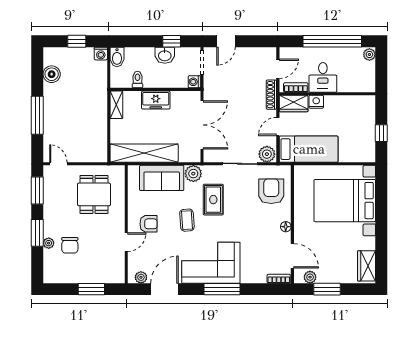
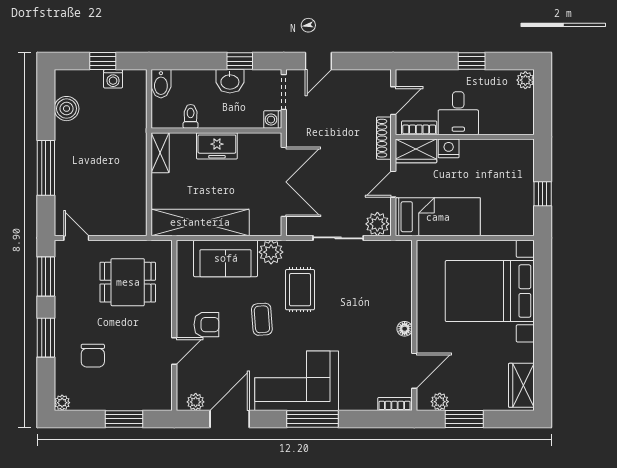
window: (332, 41) -> (472, 61), width x0.32
washing machine: (101, 54) -> (113, 79), moved
armchair: (271, 191) -> (384, 278), removed
dining table: (94, 194) -> (128, 282), turned 90
plant: (49, 243) -> (62, 403), moved
door: (292, 256) -> (414, 371), hinge flipped

